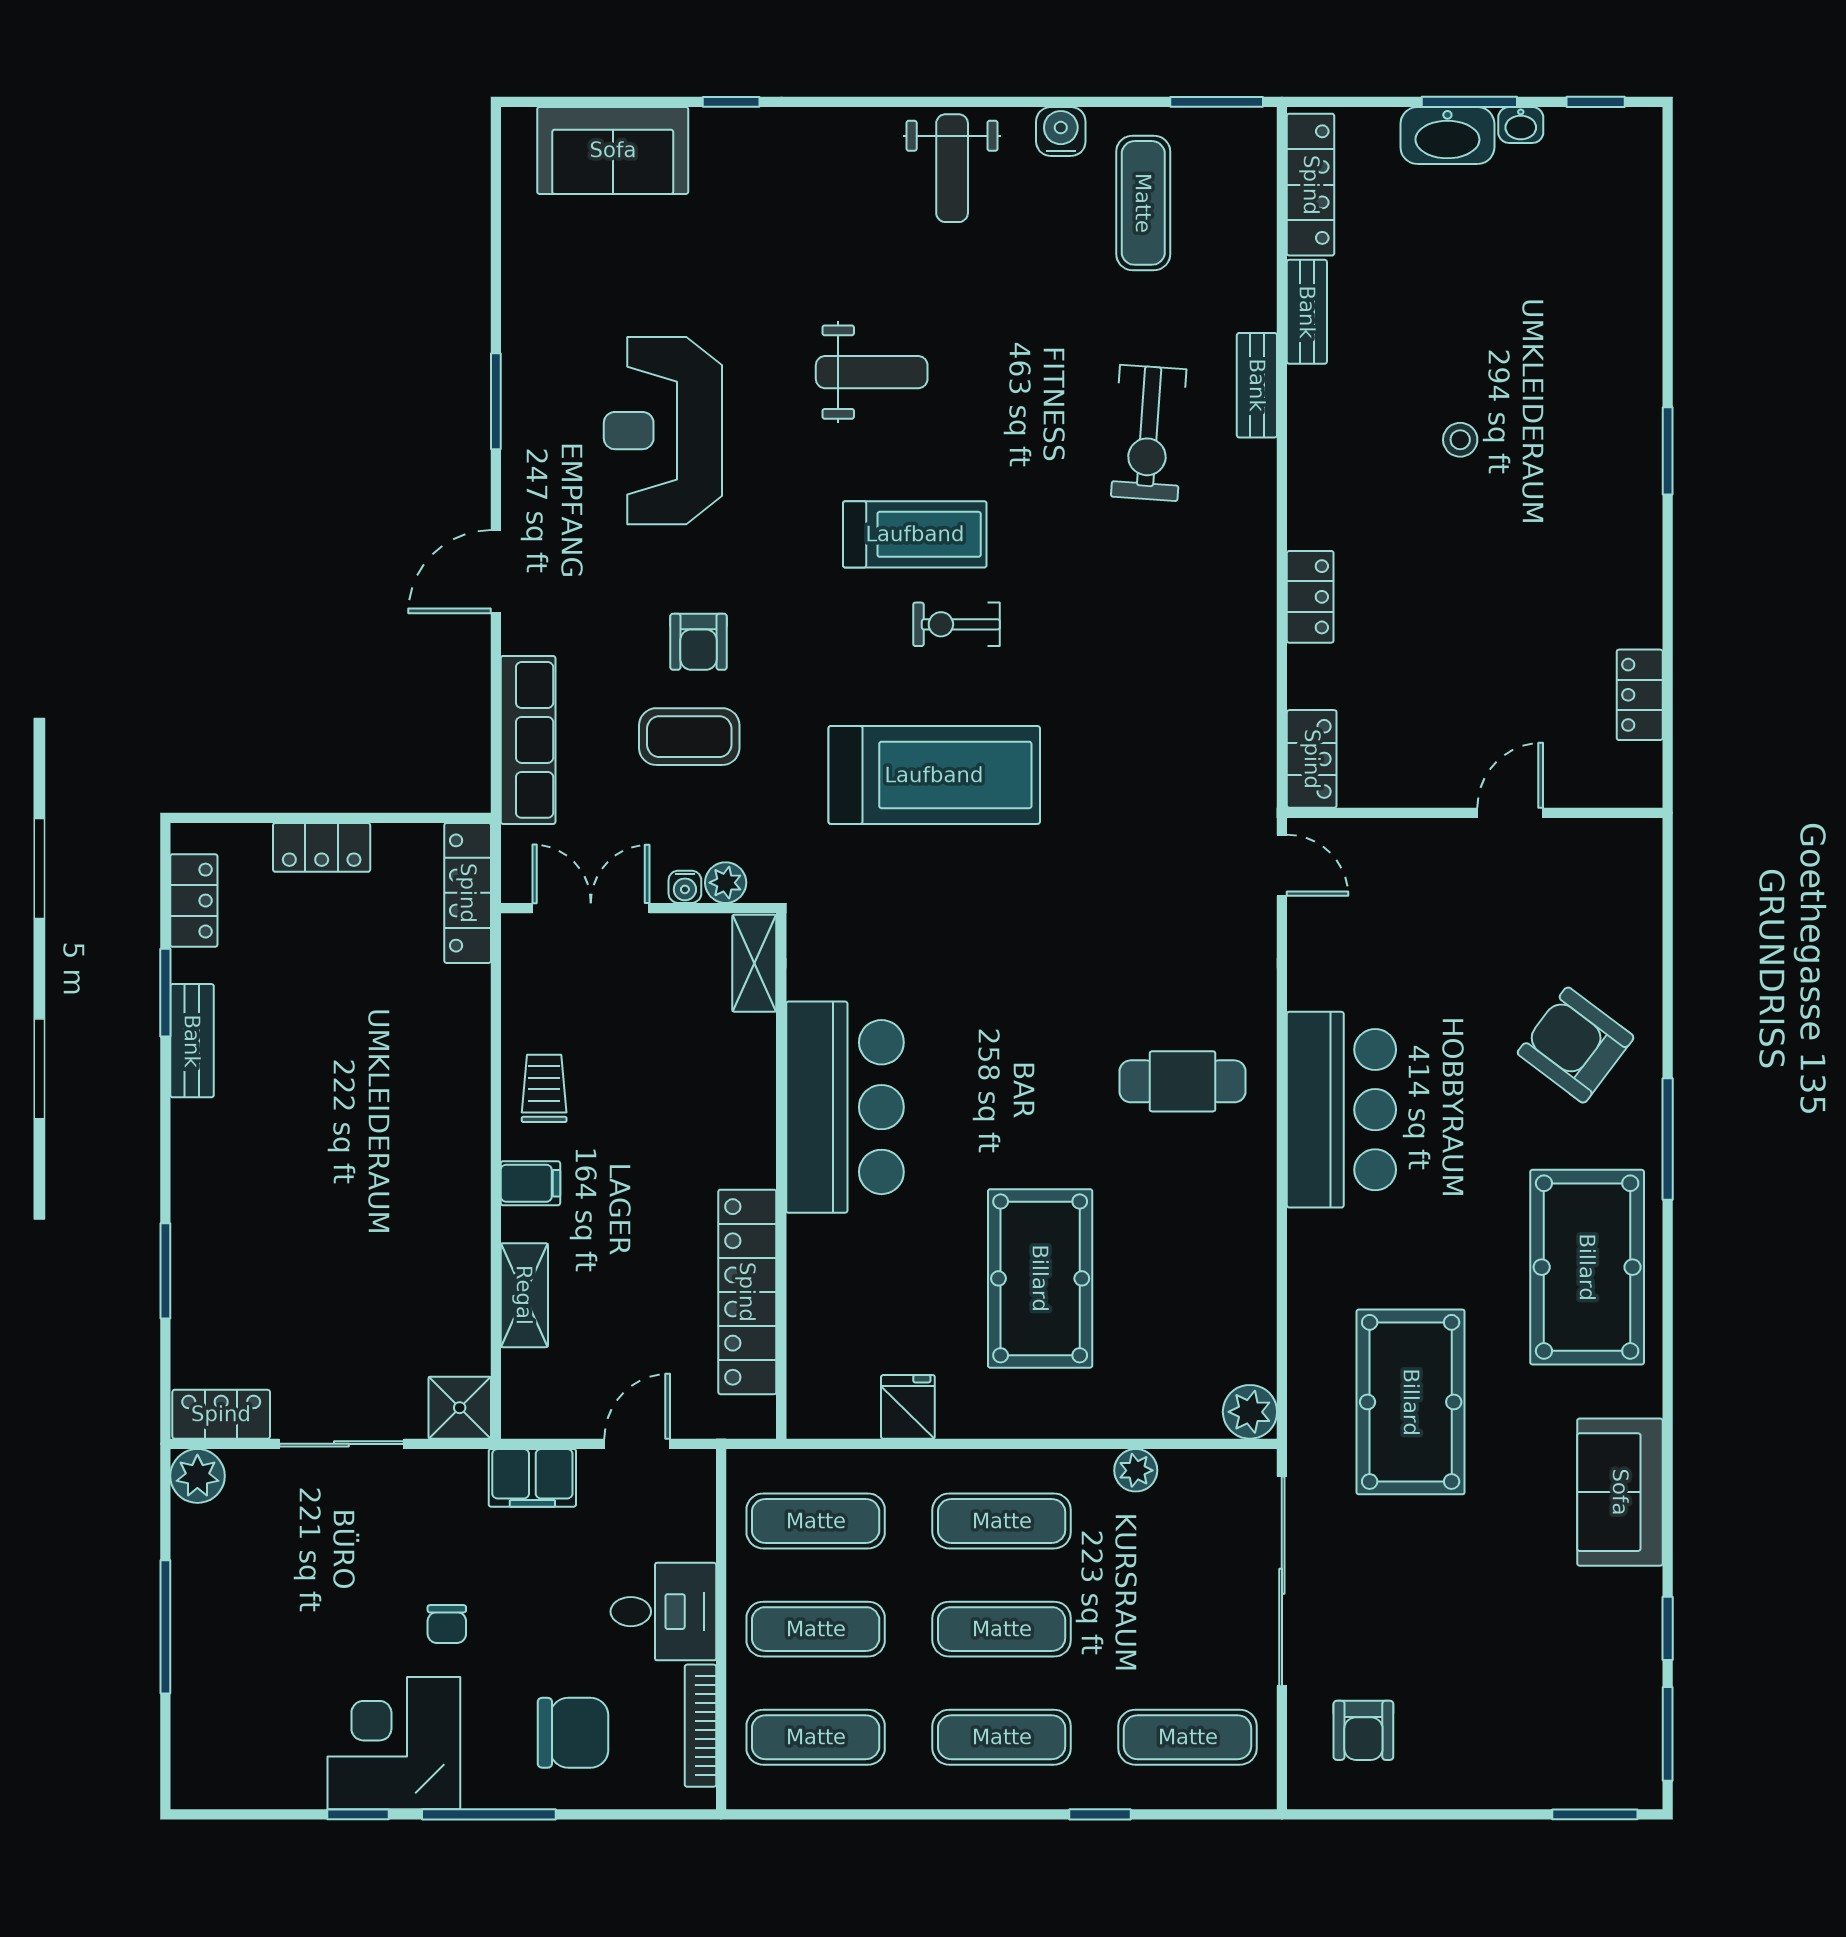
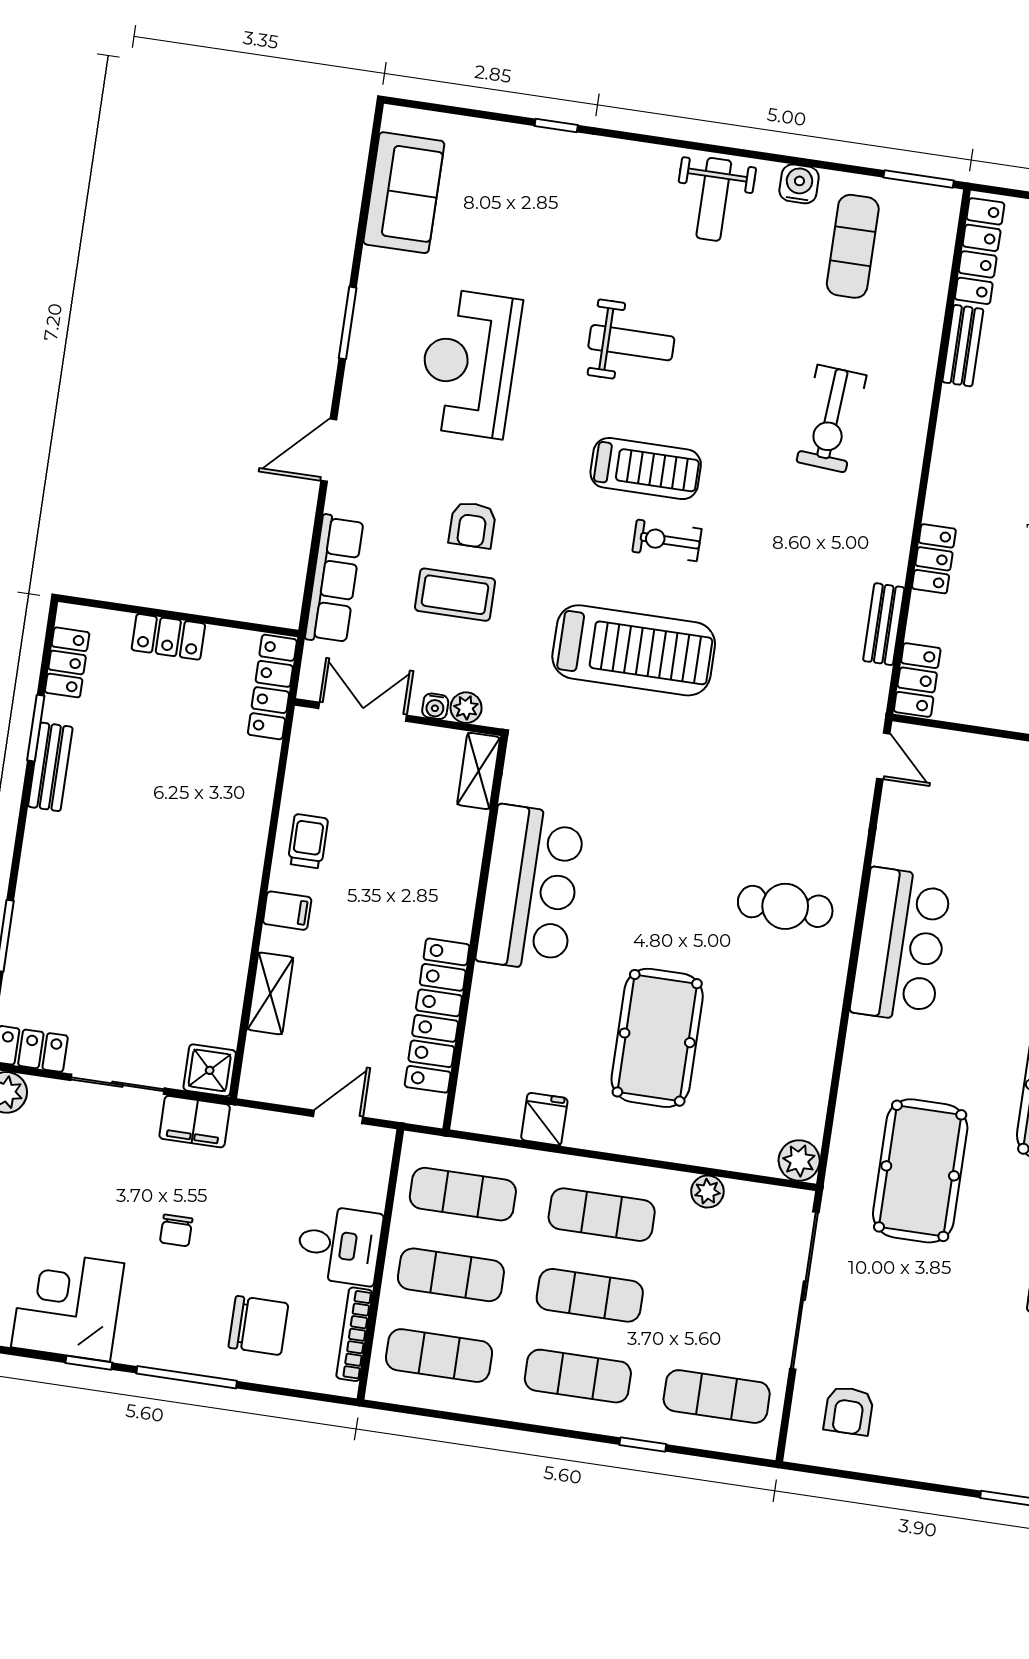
sofa: (613, 150) -> (404, 193), moved, turned -90
bench: (1257, 385) -> (884, 624), moved
filing cabinet: (532, 1478) -> (195, 1122), moved
corner desk: (394, 1743) -> (68, 1305), moved

